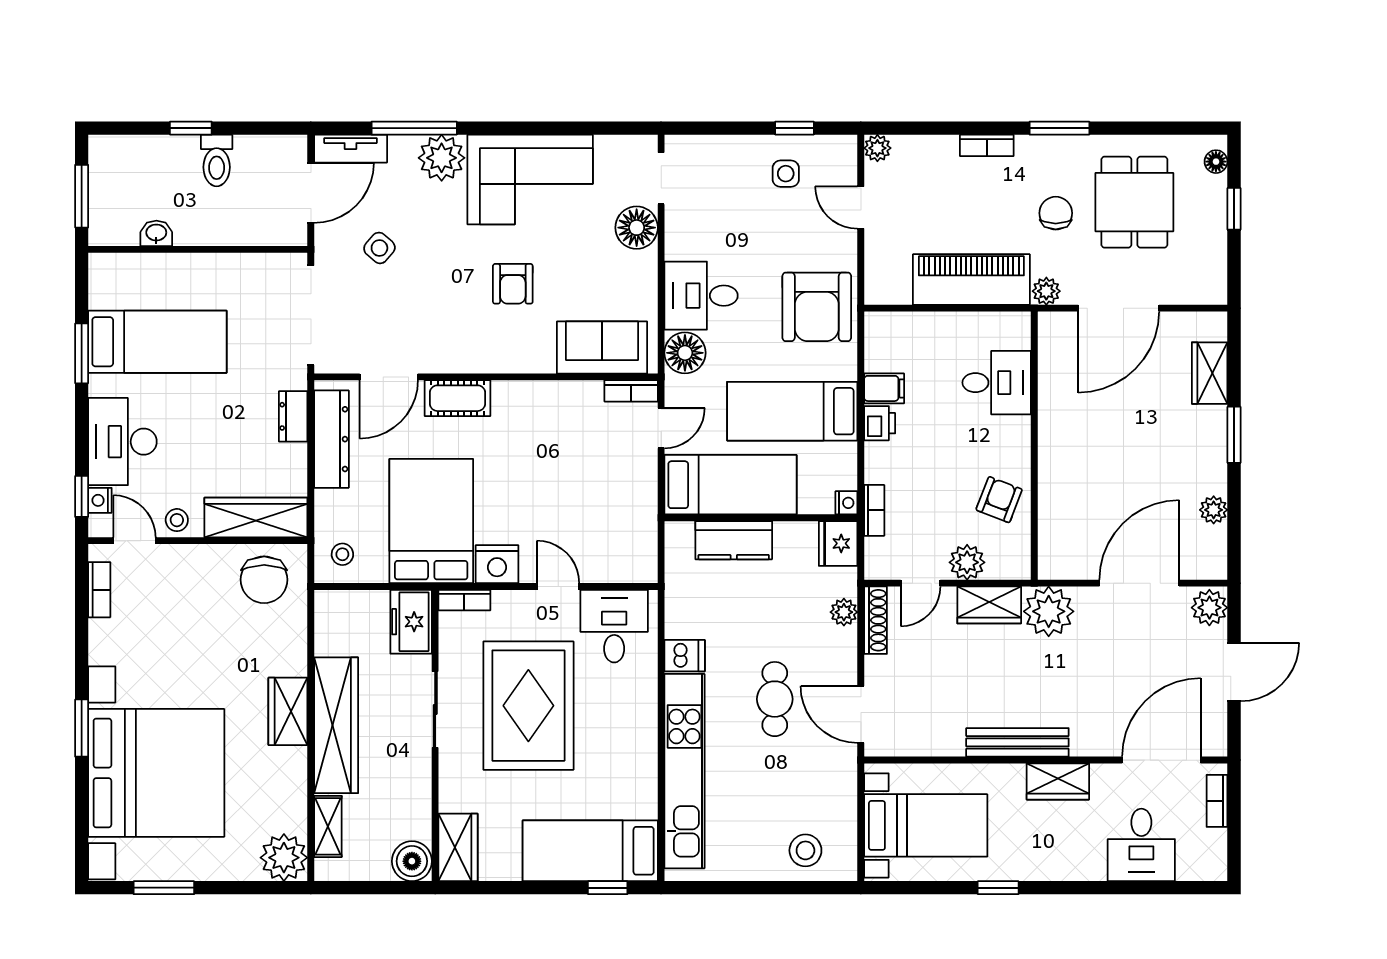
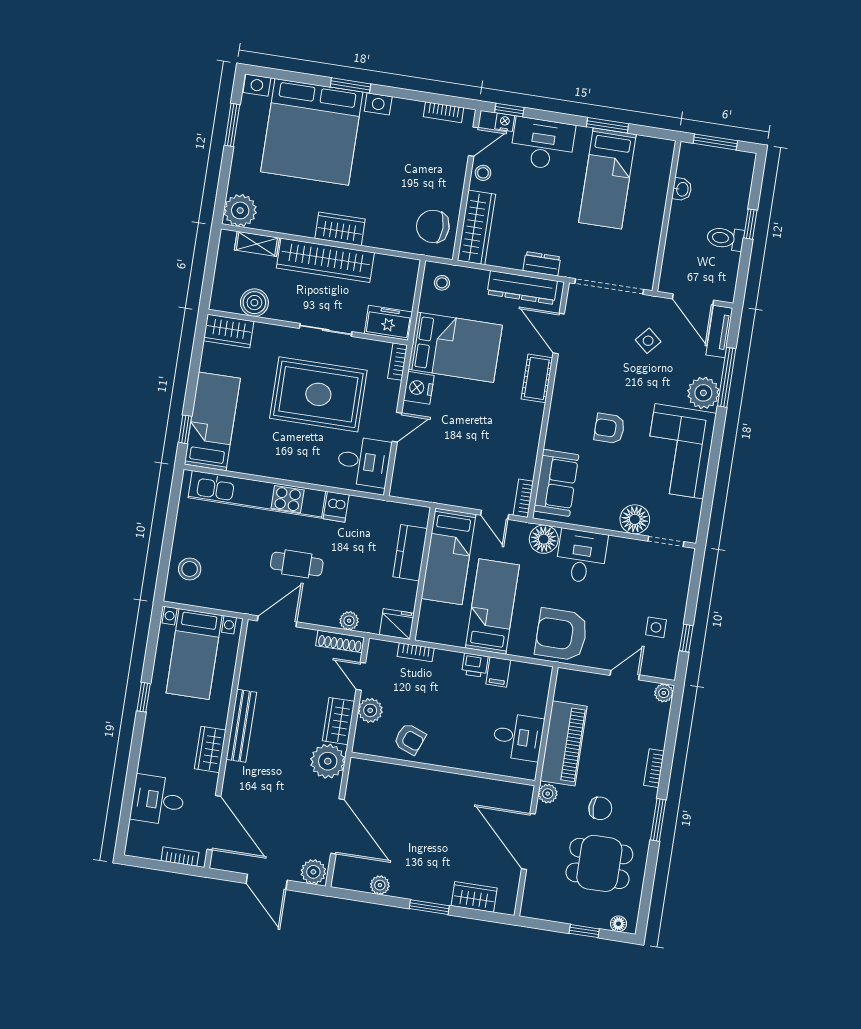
desk: (997, 383) -> (518, 737), moved, turned -90
nightstand: (846, 503) -> (424, 634), removed
boiler: (412, 861) -> (254, 303), moved

